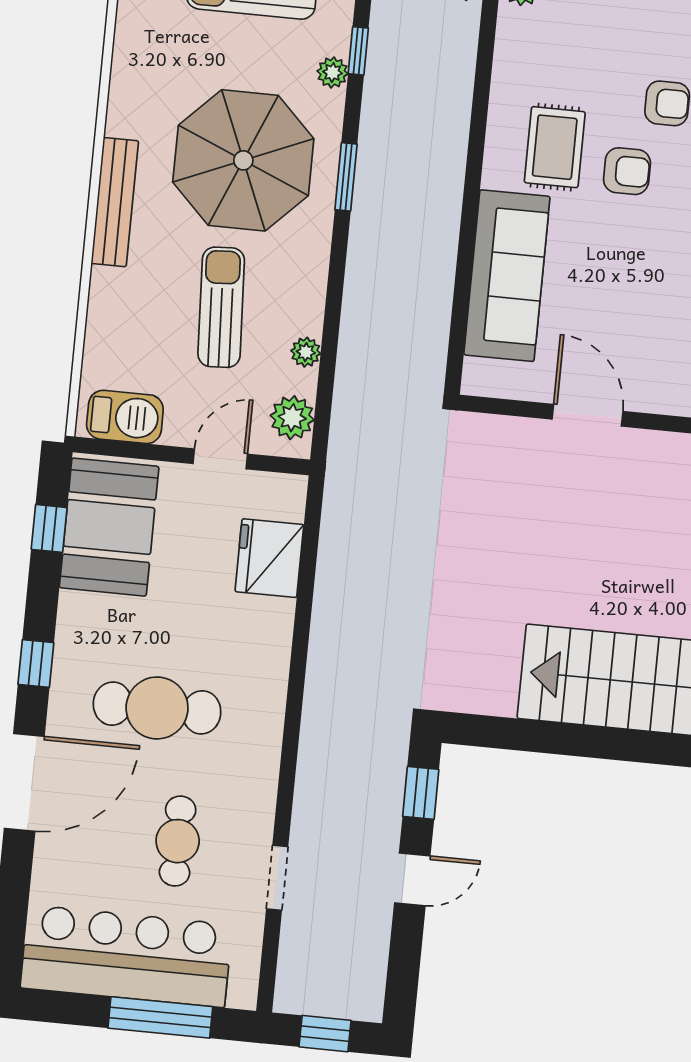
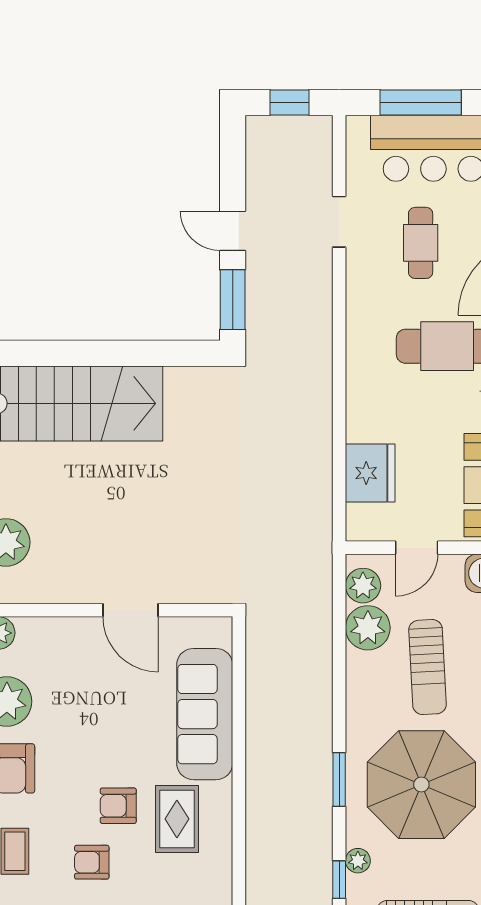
plant: (306, 352) -> (368, 628), width x1.88, depth x1.88
window: (421, 793) -> (233, 300), width x1.50
door: (412, 879) -> (233, 231), hinge flipped

